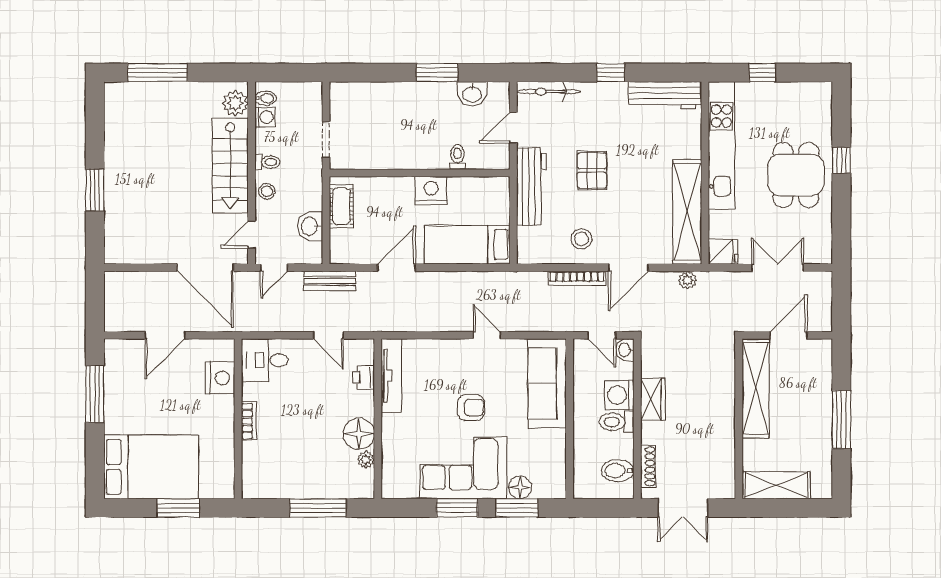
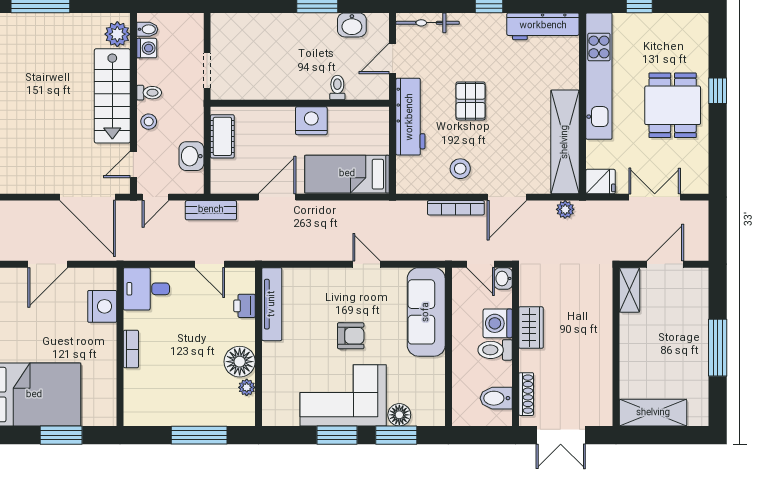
shelving: (756, 388) -> (629, 290), width x0.45, depth x0.75

